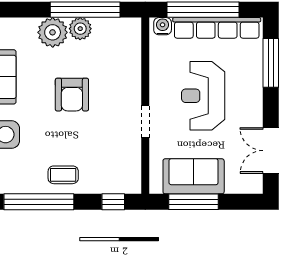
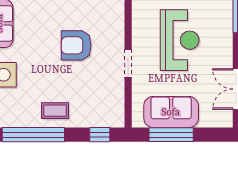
armchair: (72, 95) -> (76, 45), moved, turned 90
reception desk: (203, 96) -> (180, 40), turned 180

